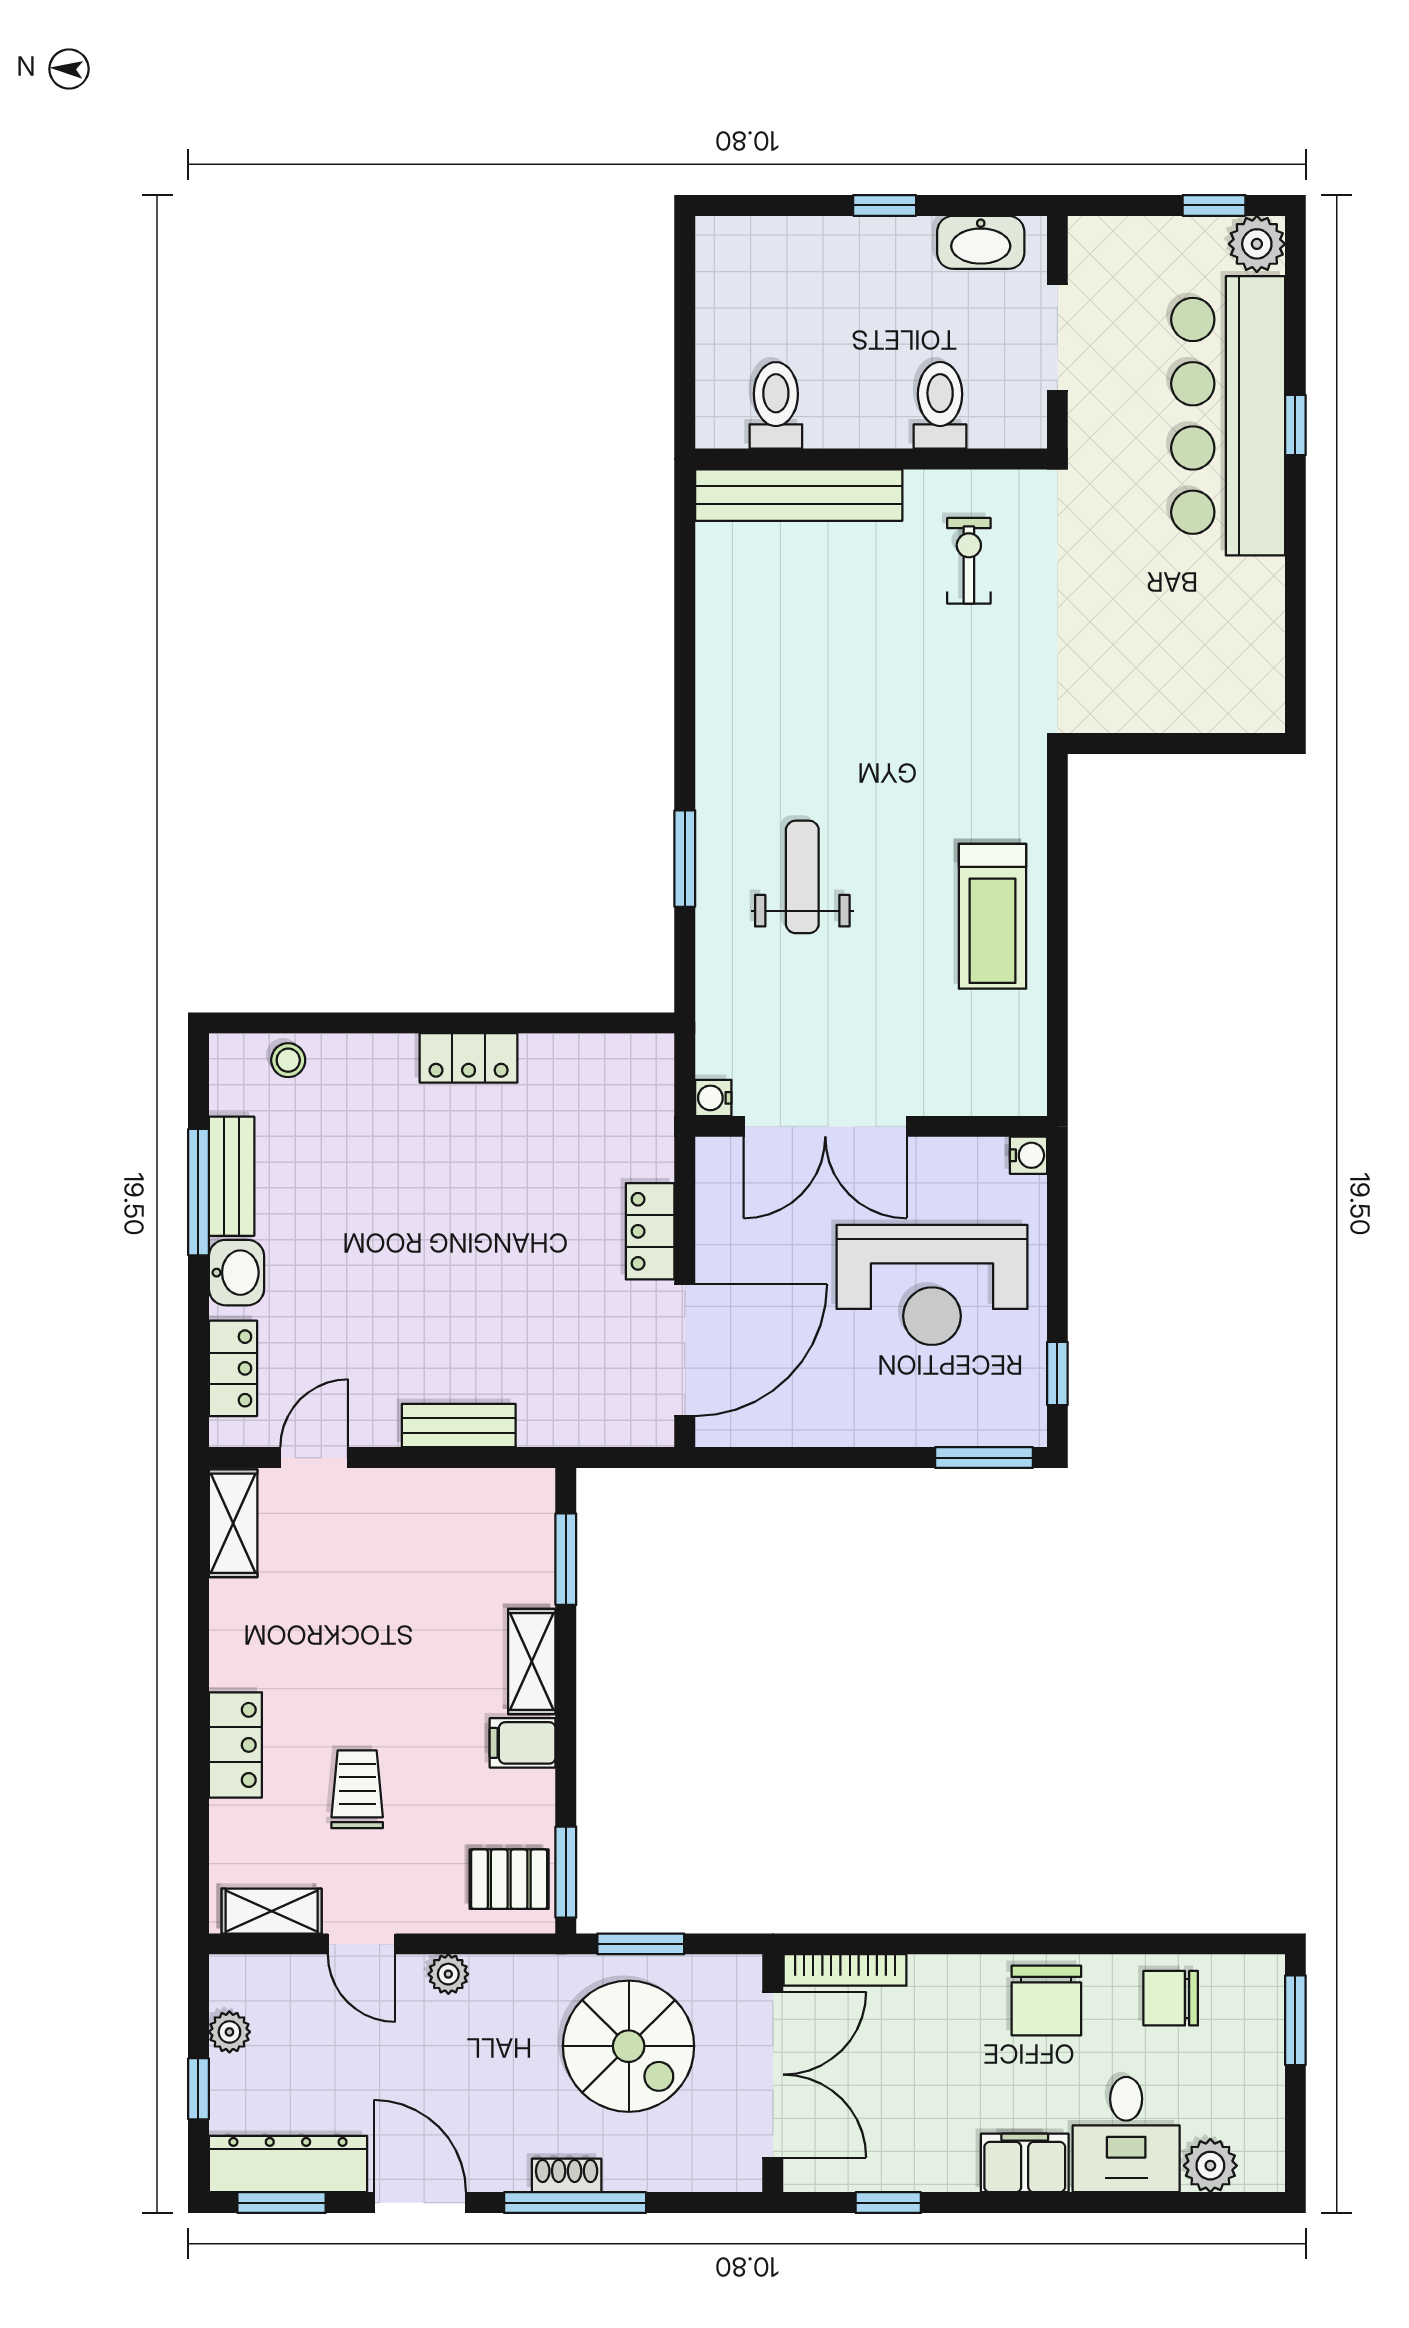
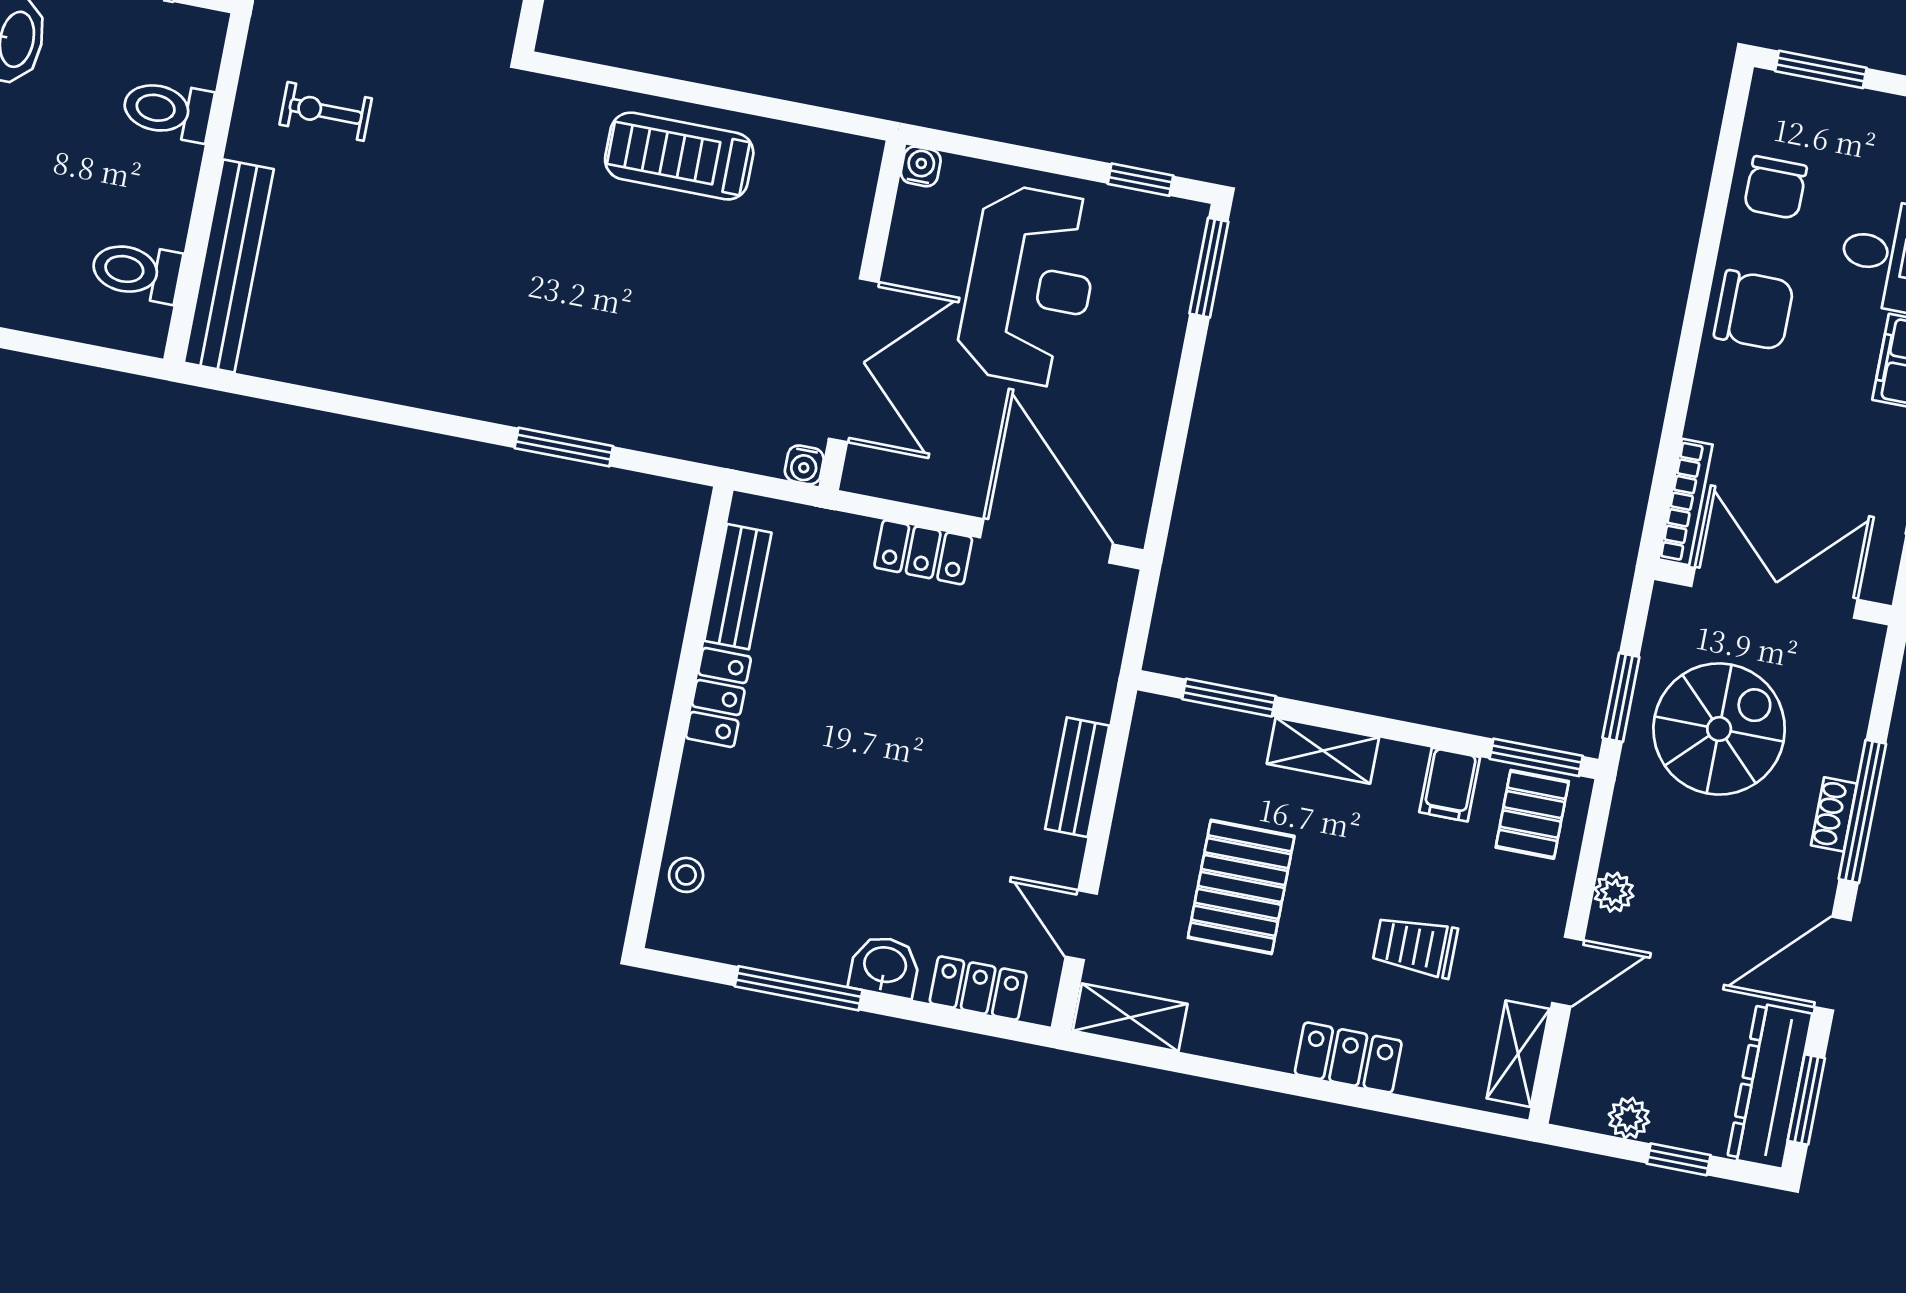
weight bench: (802, 877) -> (604, 335), removed
treadmill: (993, 916) -> (679, 156), turned 180
bench: (232, 1176) -> (738, 587), moved, turned 90
pallet: (382, 1607) -> (1241, 887), added
filing cabinet: (523, 1743) -> (1450, 785), moved

